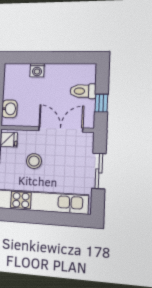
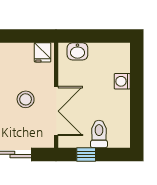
stool: (34, 161) -> (26, 99), moved

